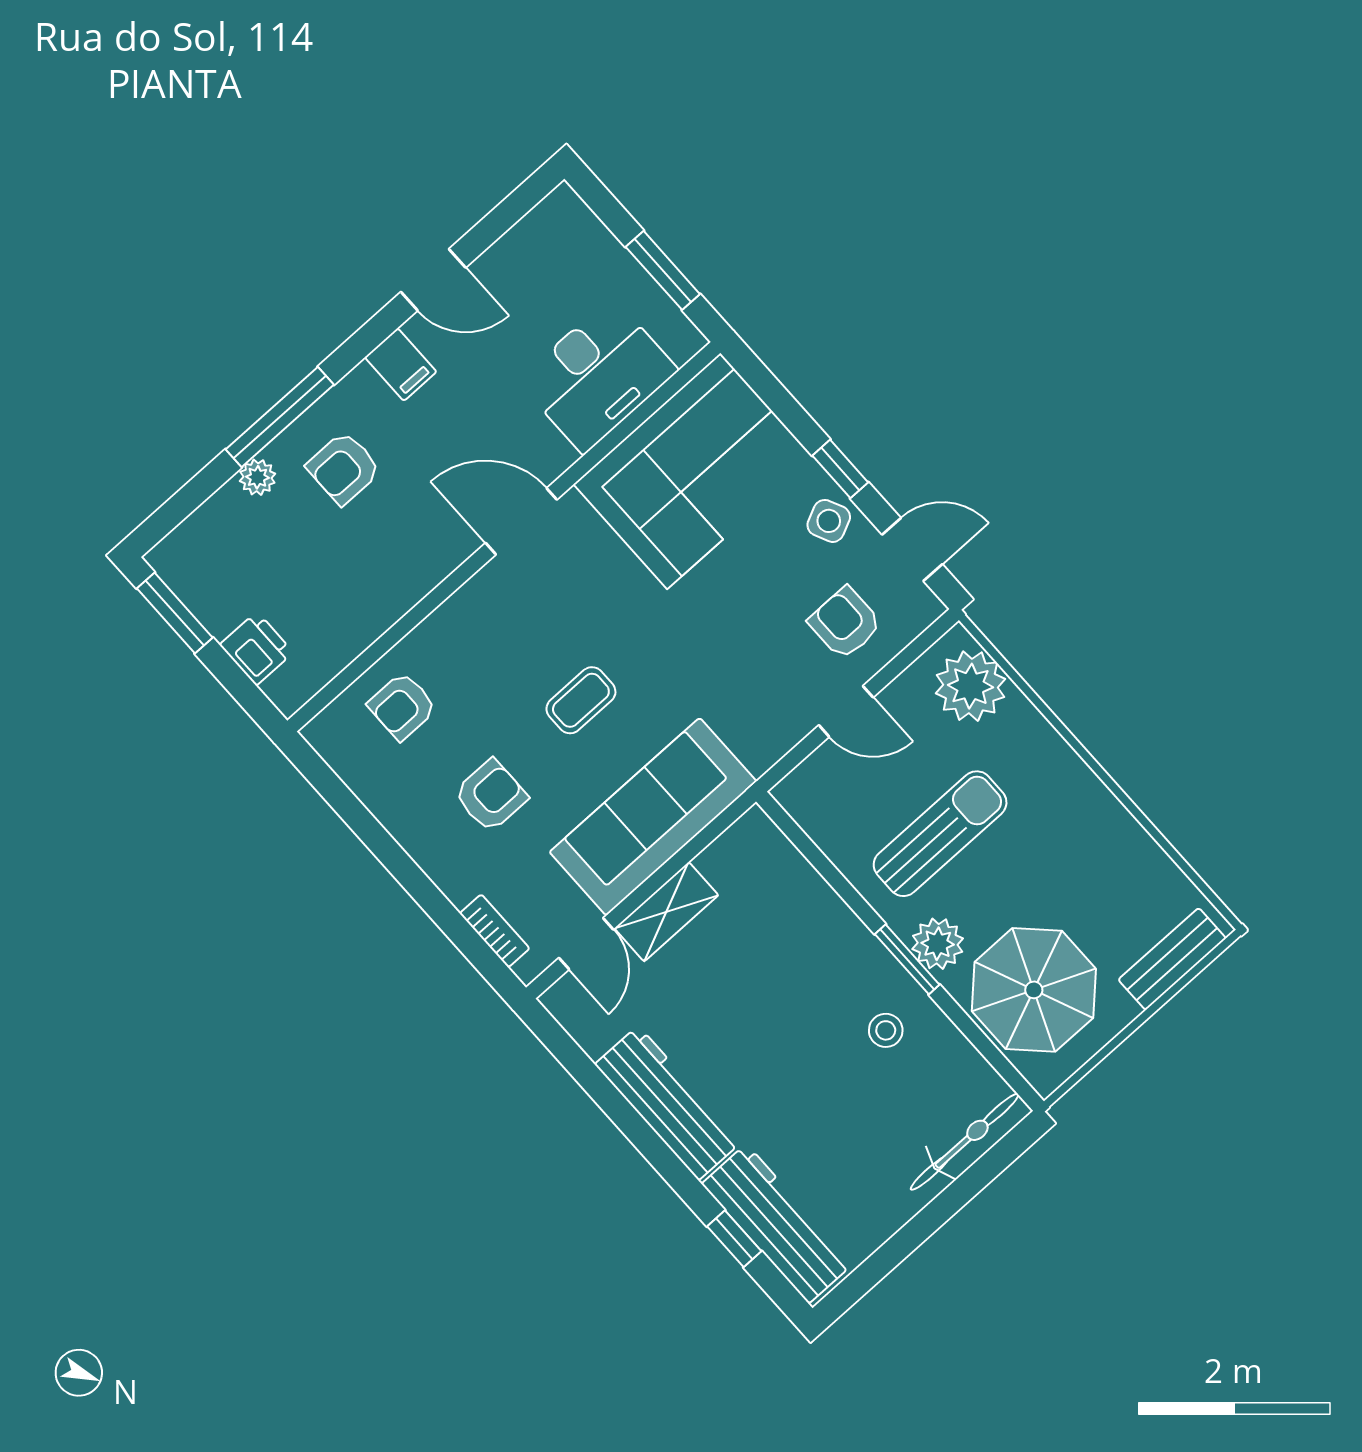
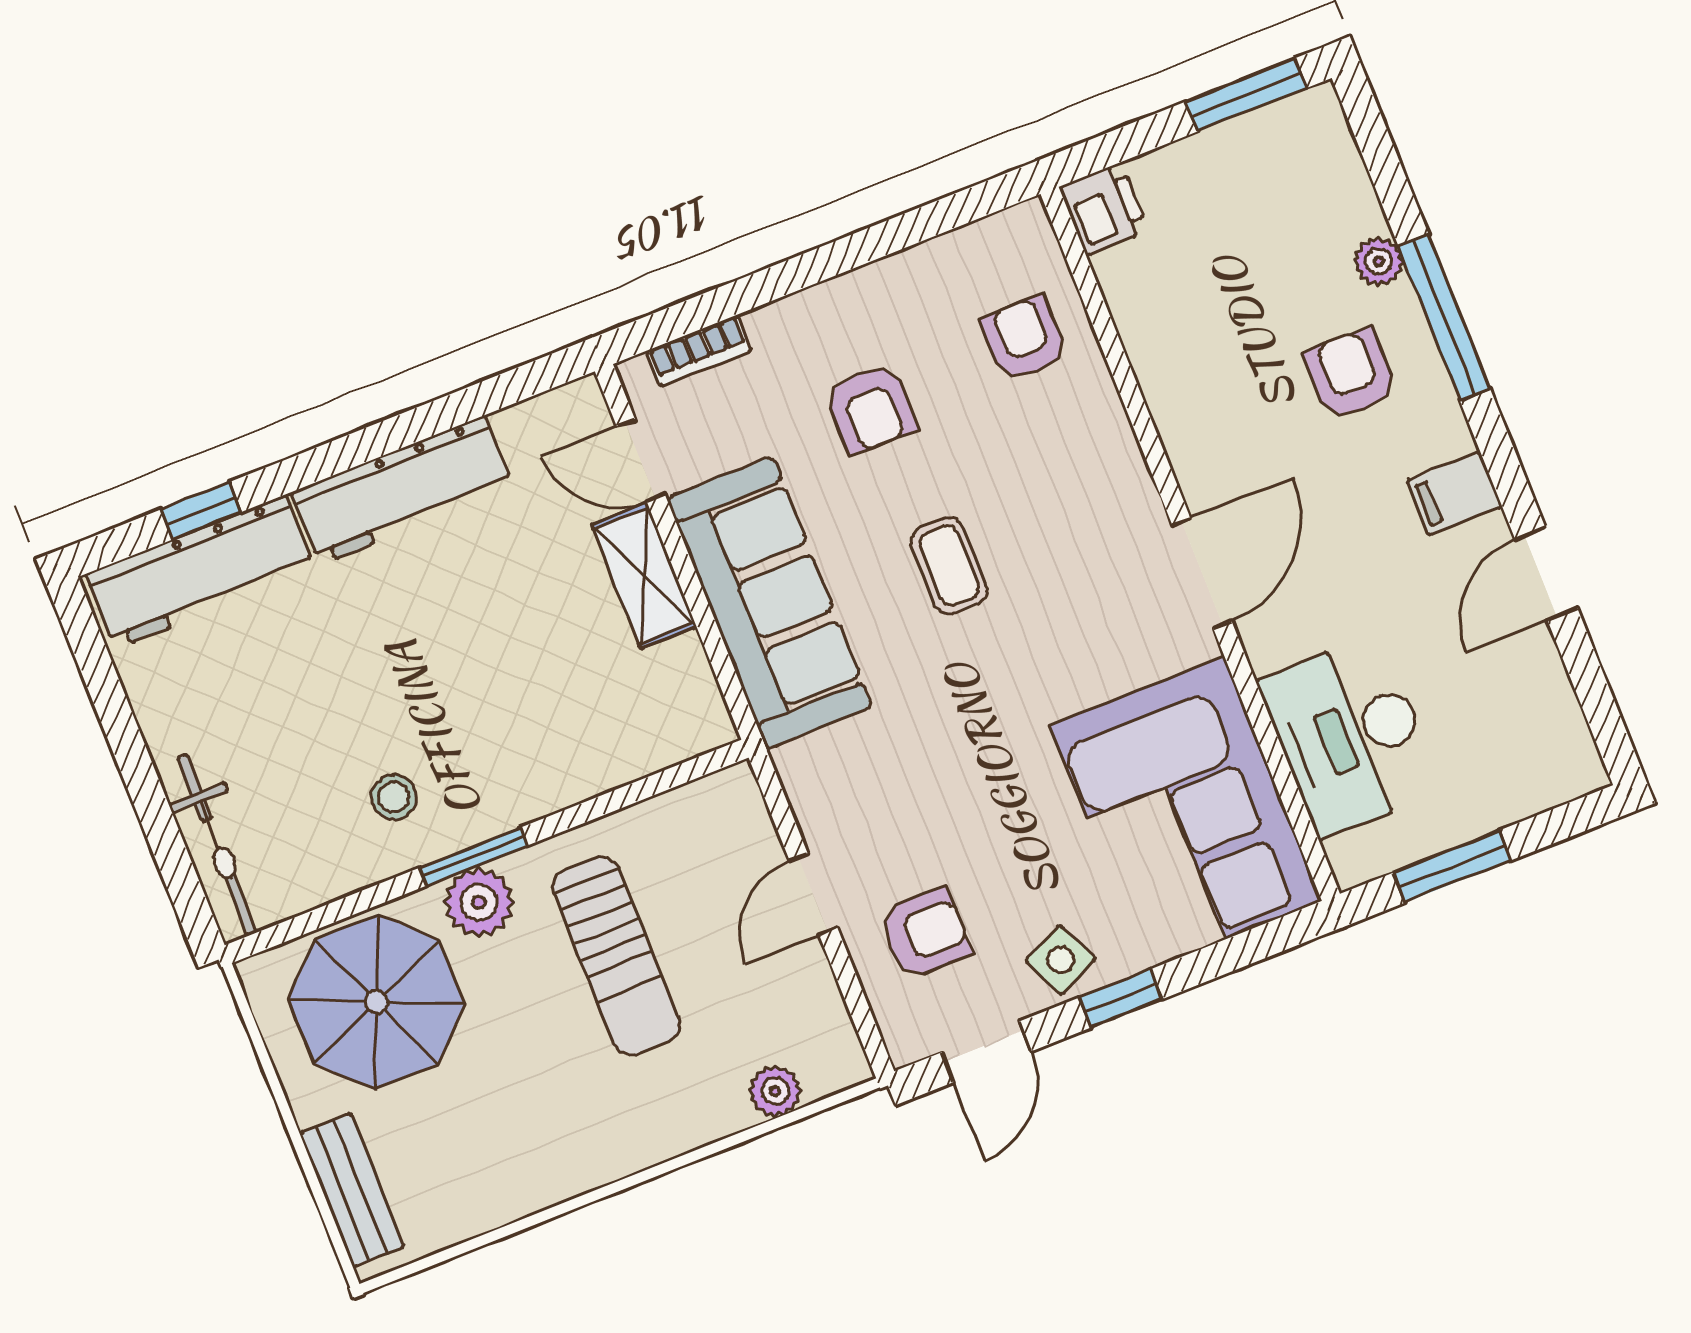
printer: (257, 649) -> (1104, 209), moved, turned -90
plant: (970, 686) -> (775, 1091), width x0.53, depth x0.53

